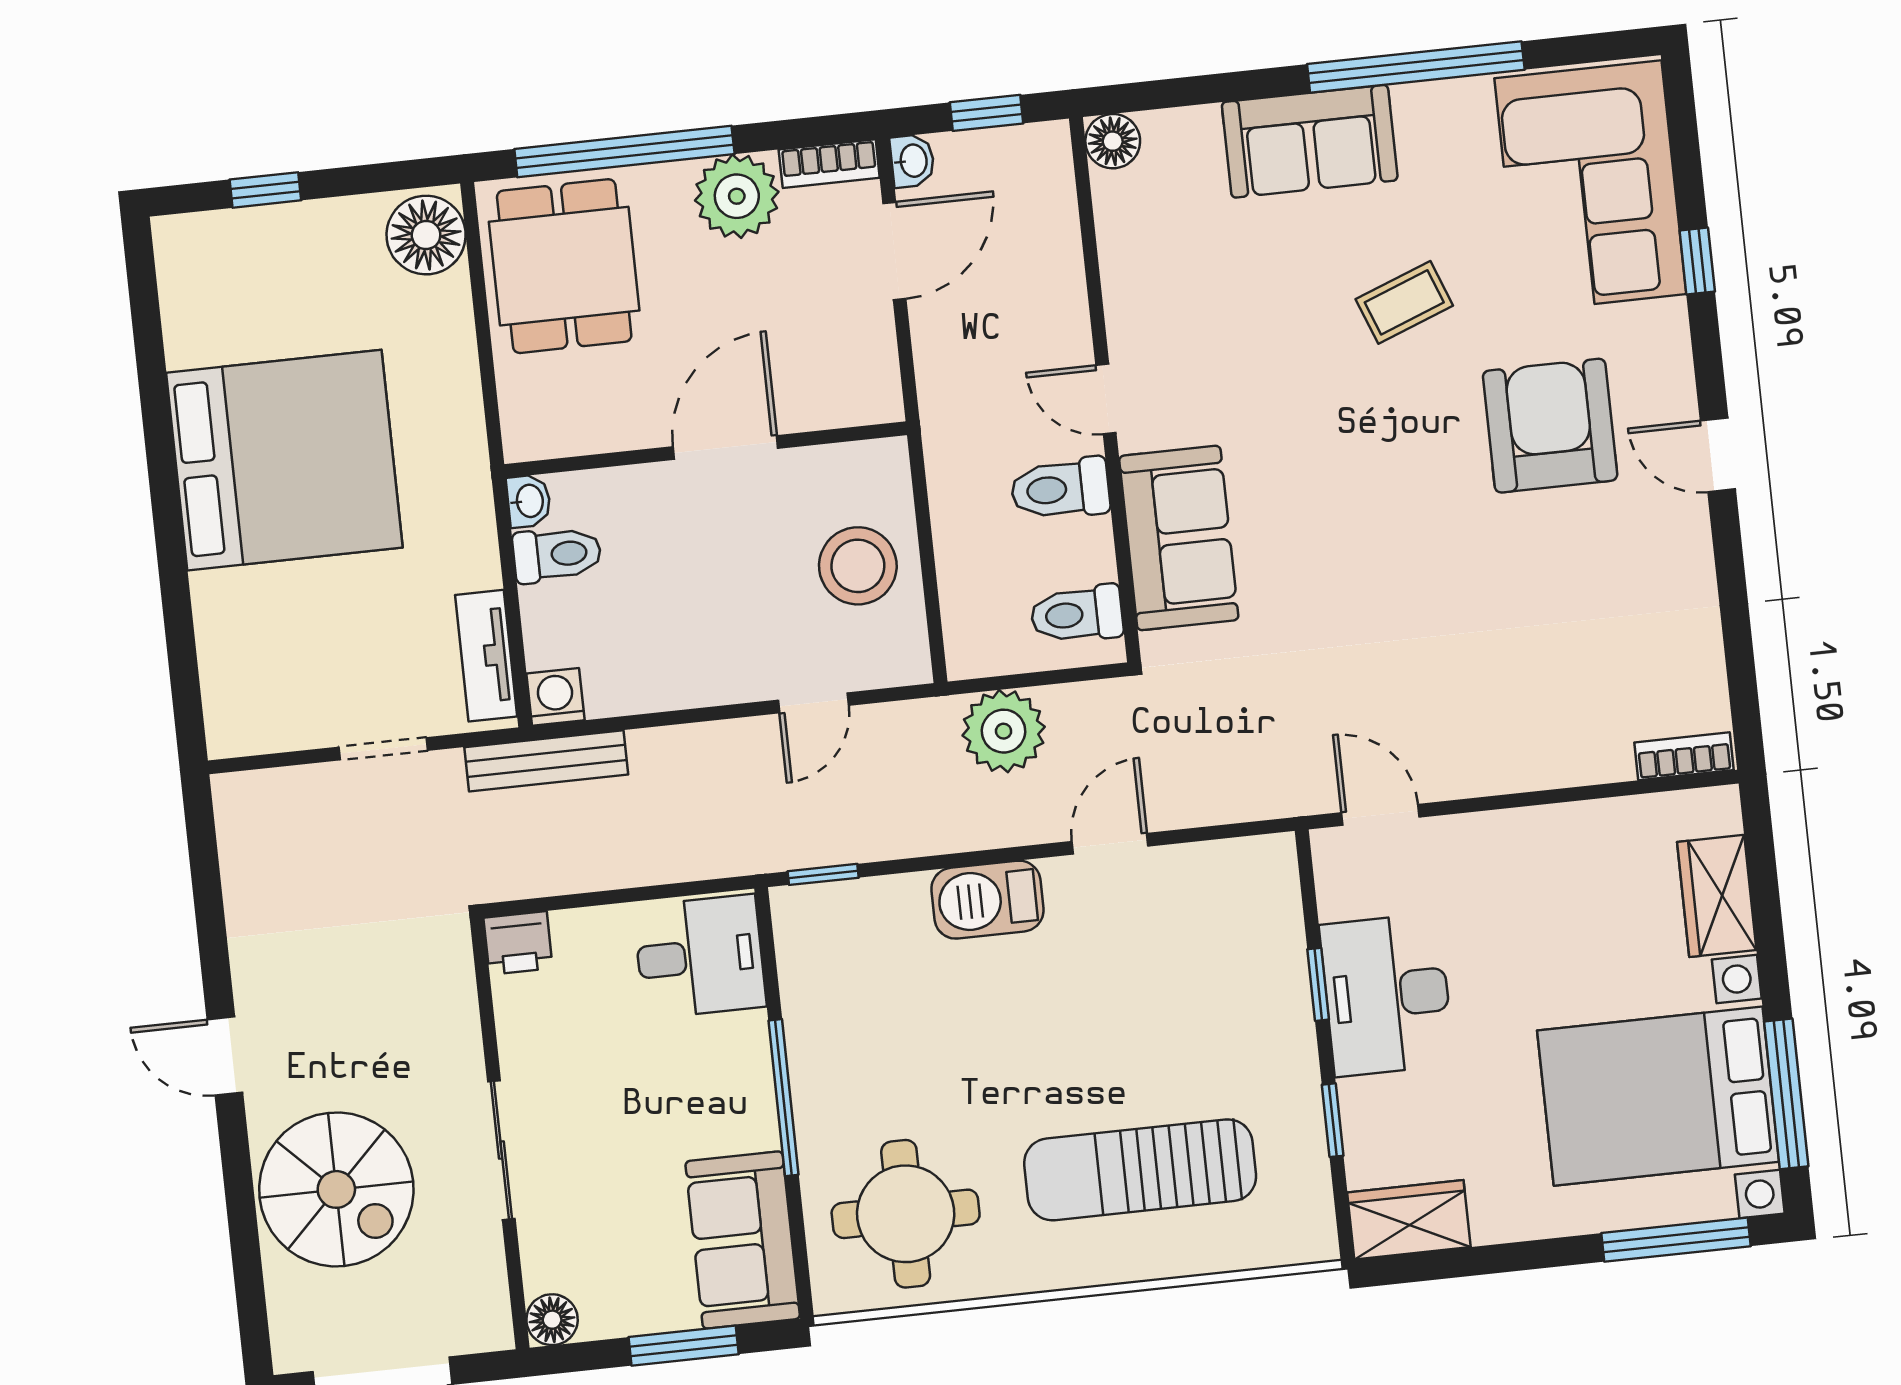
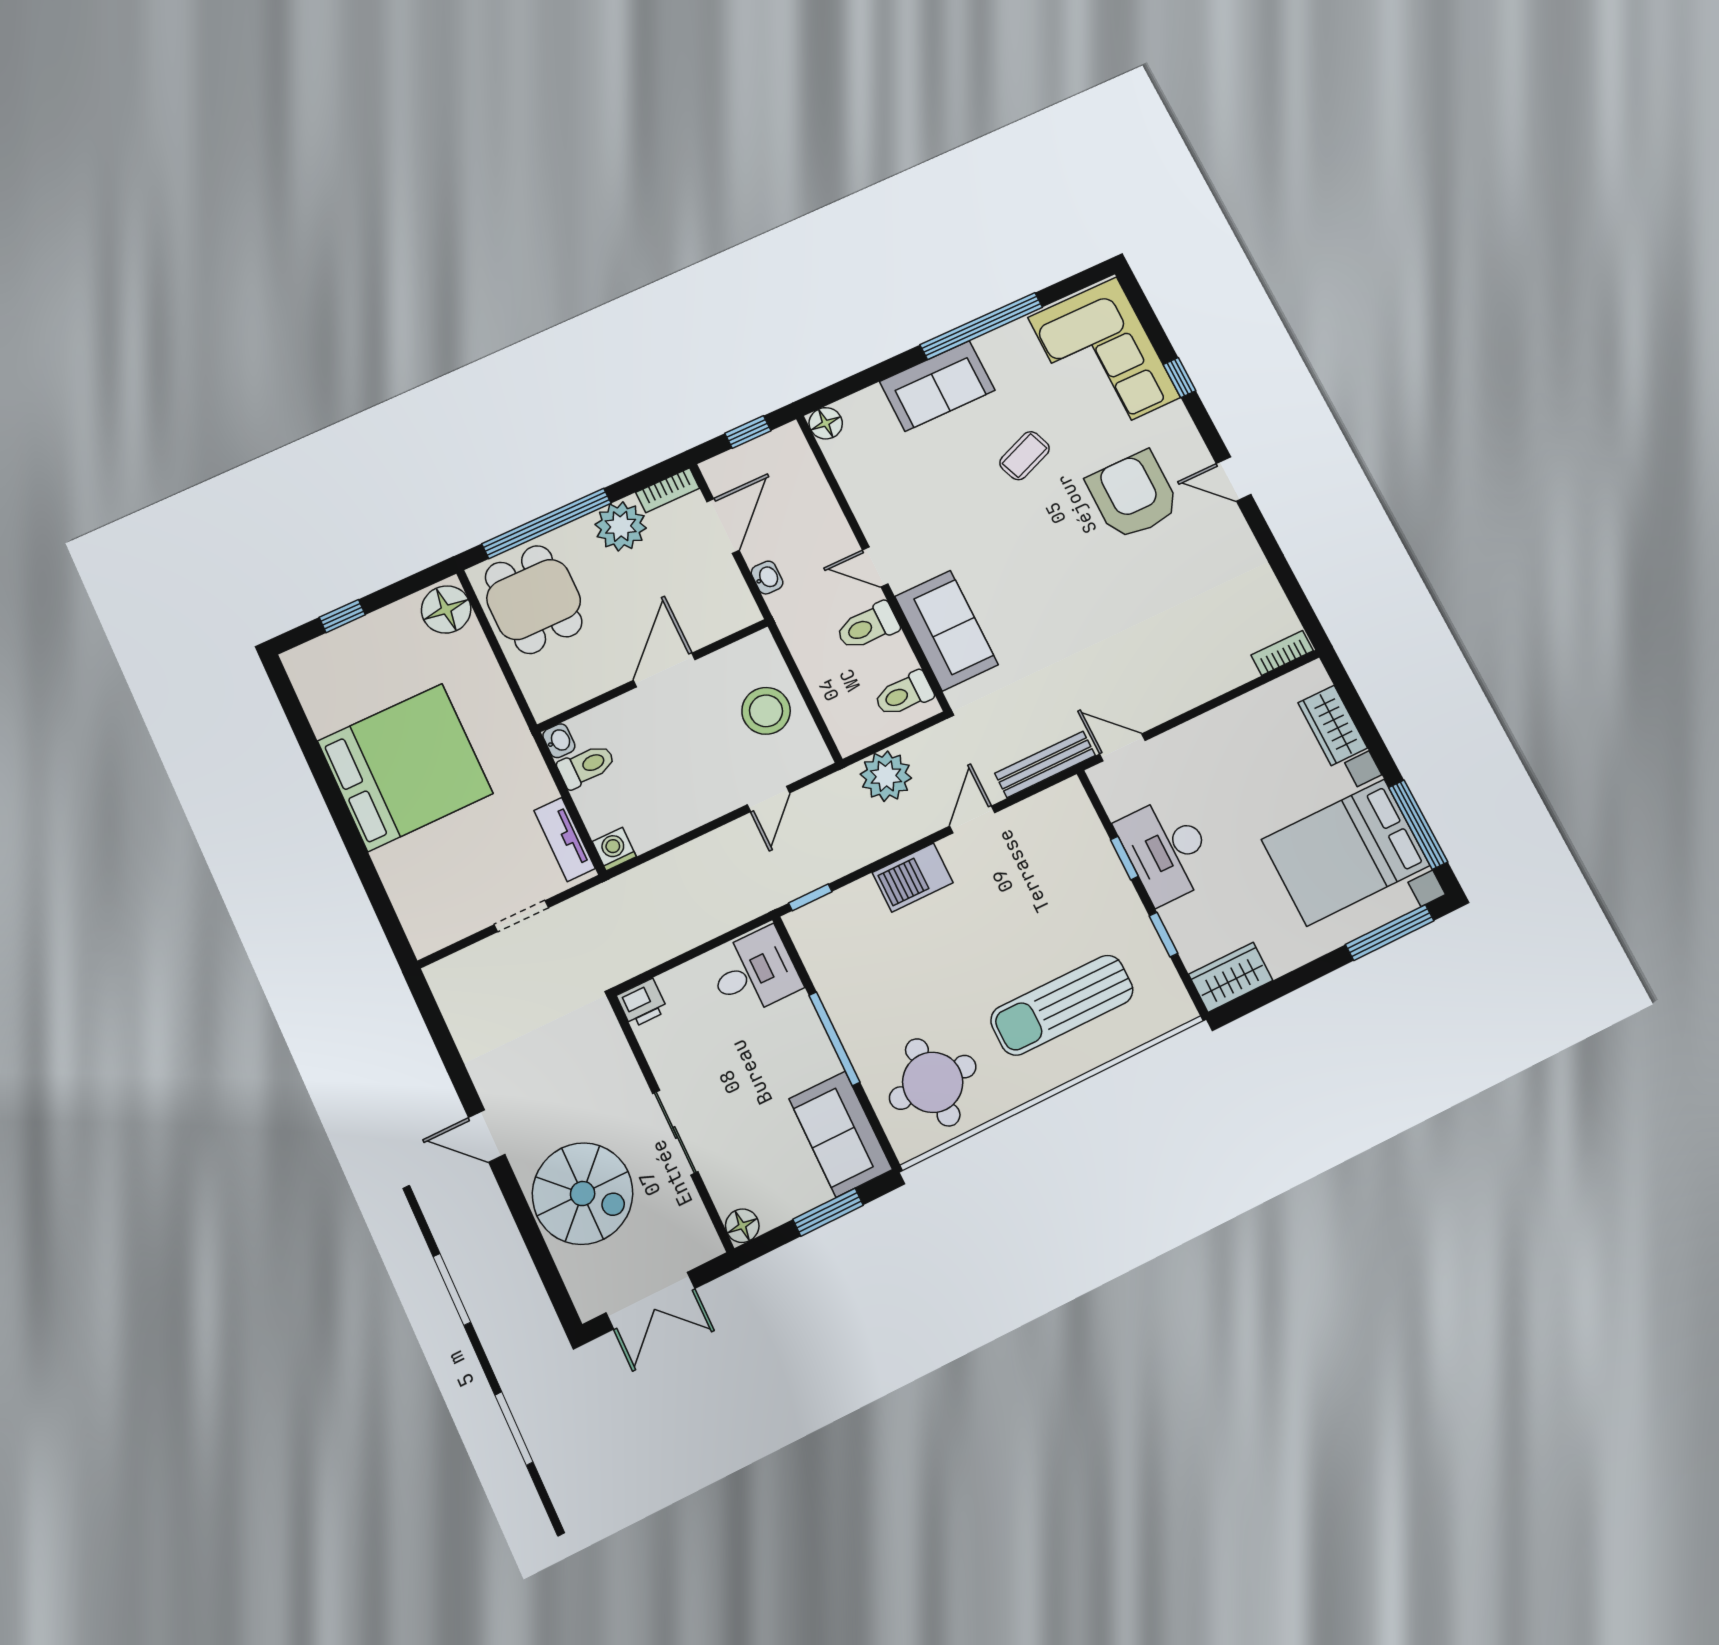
washbasin: (912, 161) -> (767, 578), moved
bench: (546, 761) -> (1045, 764), moved

